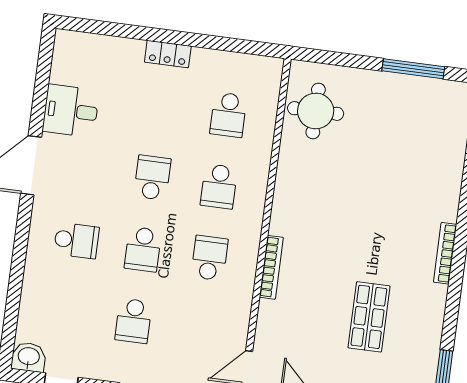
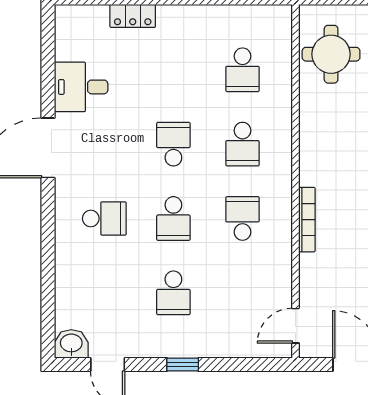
locker: (168, 54) -> (133, 16), moved

